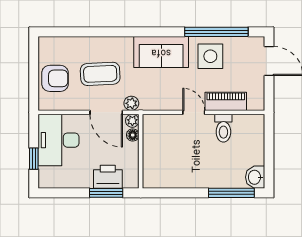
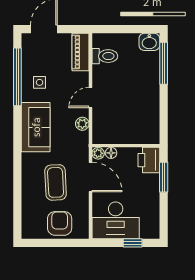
side table: (210, 56) -> (40, 82), width x0.54, depth x0.54
piano: (226, 101) -> (80, 52), moved
plant: (131, 103) -> (82, 124), moved
door: (106, 112) -> (90, 177), hinge flipped
toilet: (223, 128) -> (105, 56), moved
printer: (108, 177) -> (149, 160), moved

